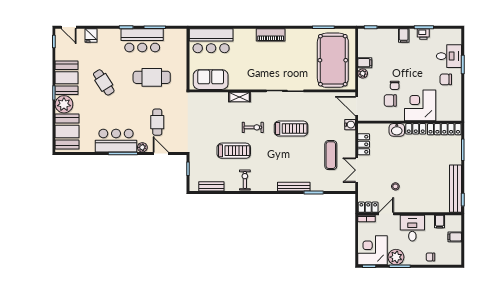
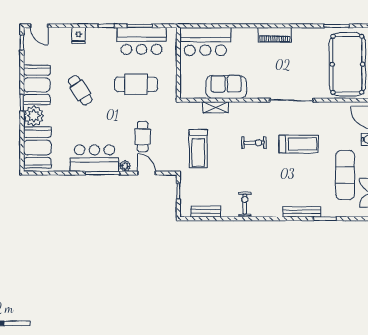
fridge: (91, 35) -> (78, 35), moved
bar counter: (142, 40) -> (141, 41), moved
sofa: (211, 80) -> (226, 87), moved
shelving: (239, 97) -> (215, 107), moved
treadmill: (234, 151) -> (198, 149), moved, turned 90
exercise mat: (331, 155) -> (345, 175), width x1.36, depth x1.45

